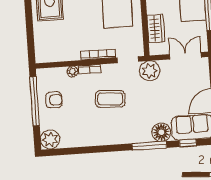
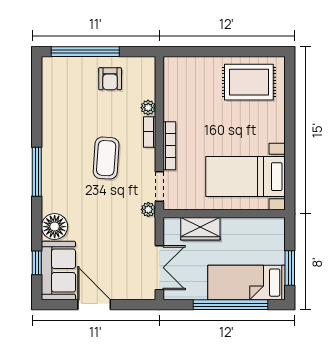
plant: (150, 71) -> (148, 209), width x0.53, depth x0.53
window: (35, 101) -> (85, 52), moved
plant: (50, 139) -> (55, 70), removed
window: (149, 146) -> (37, 172), moved

